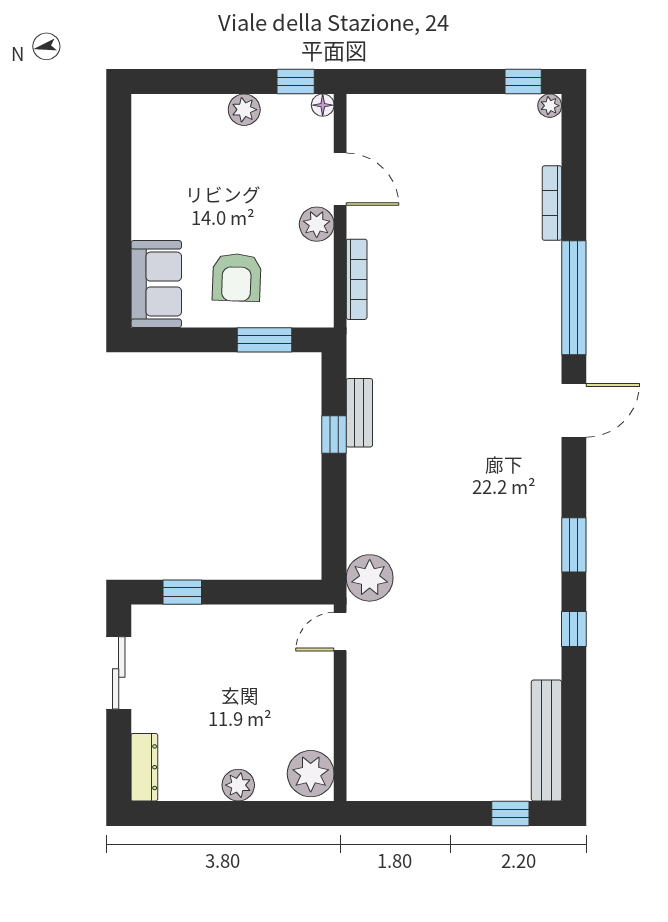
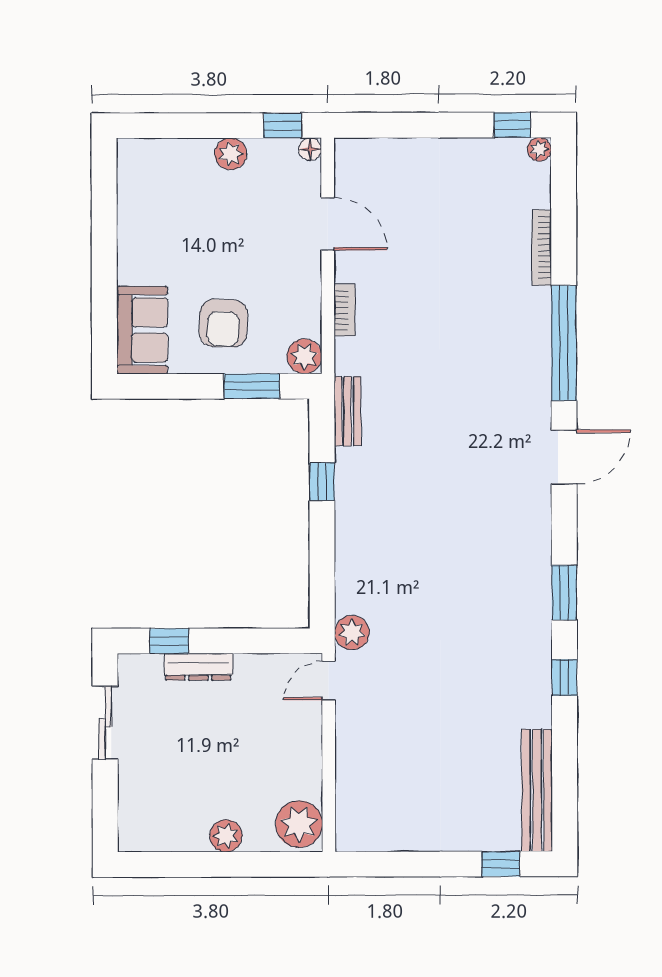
plant: (317, 224) -> (304, 356), moved
bookcase: (357, 279) -> (344, 310), width x0.64
bench: (359, 413) -> (347, 411), moved
plant: (370, 578) -> (352, 633), width x0.73, depth x0.73
dresser: (144, 767) -> (198, 667), moved, turned 90

